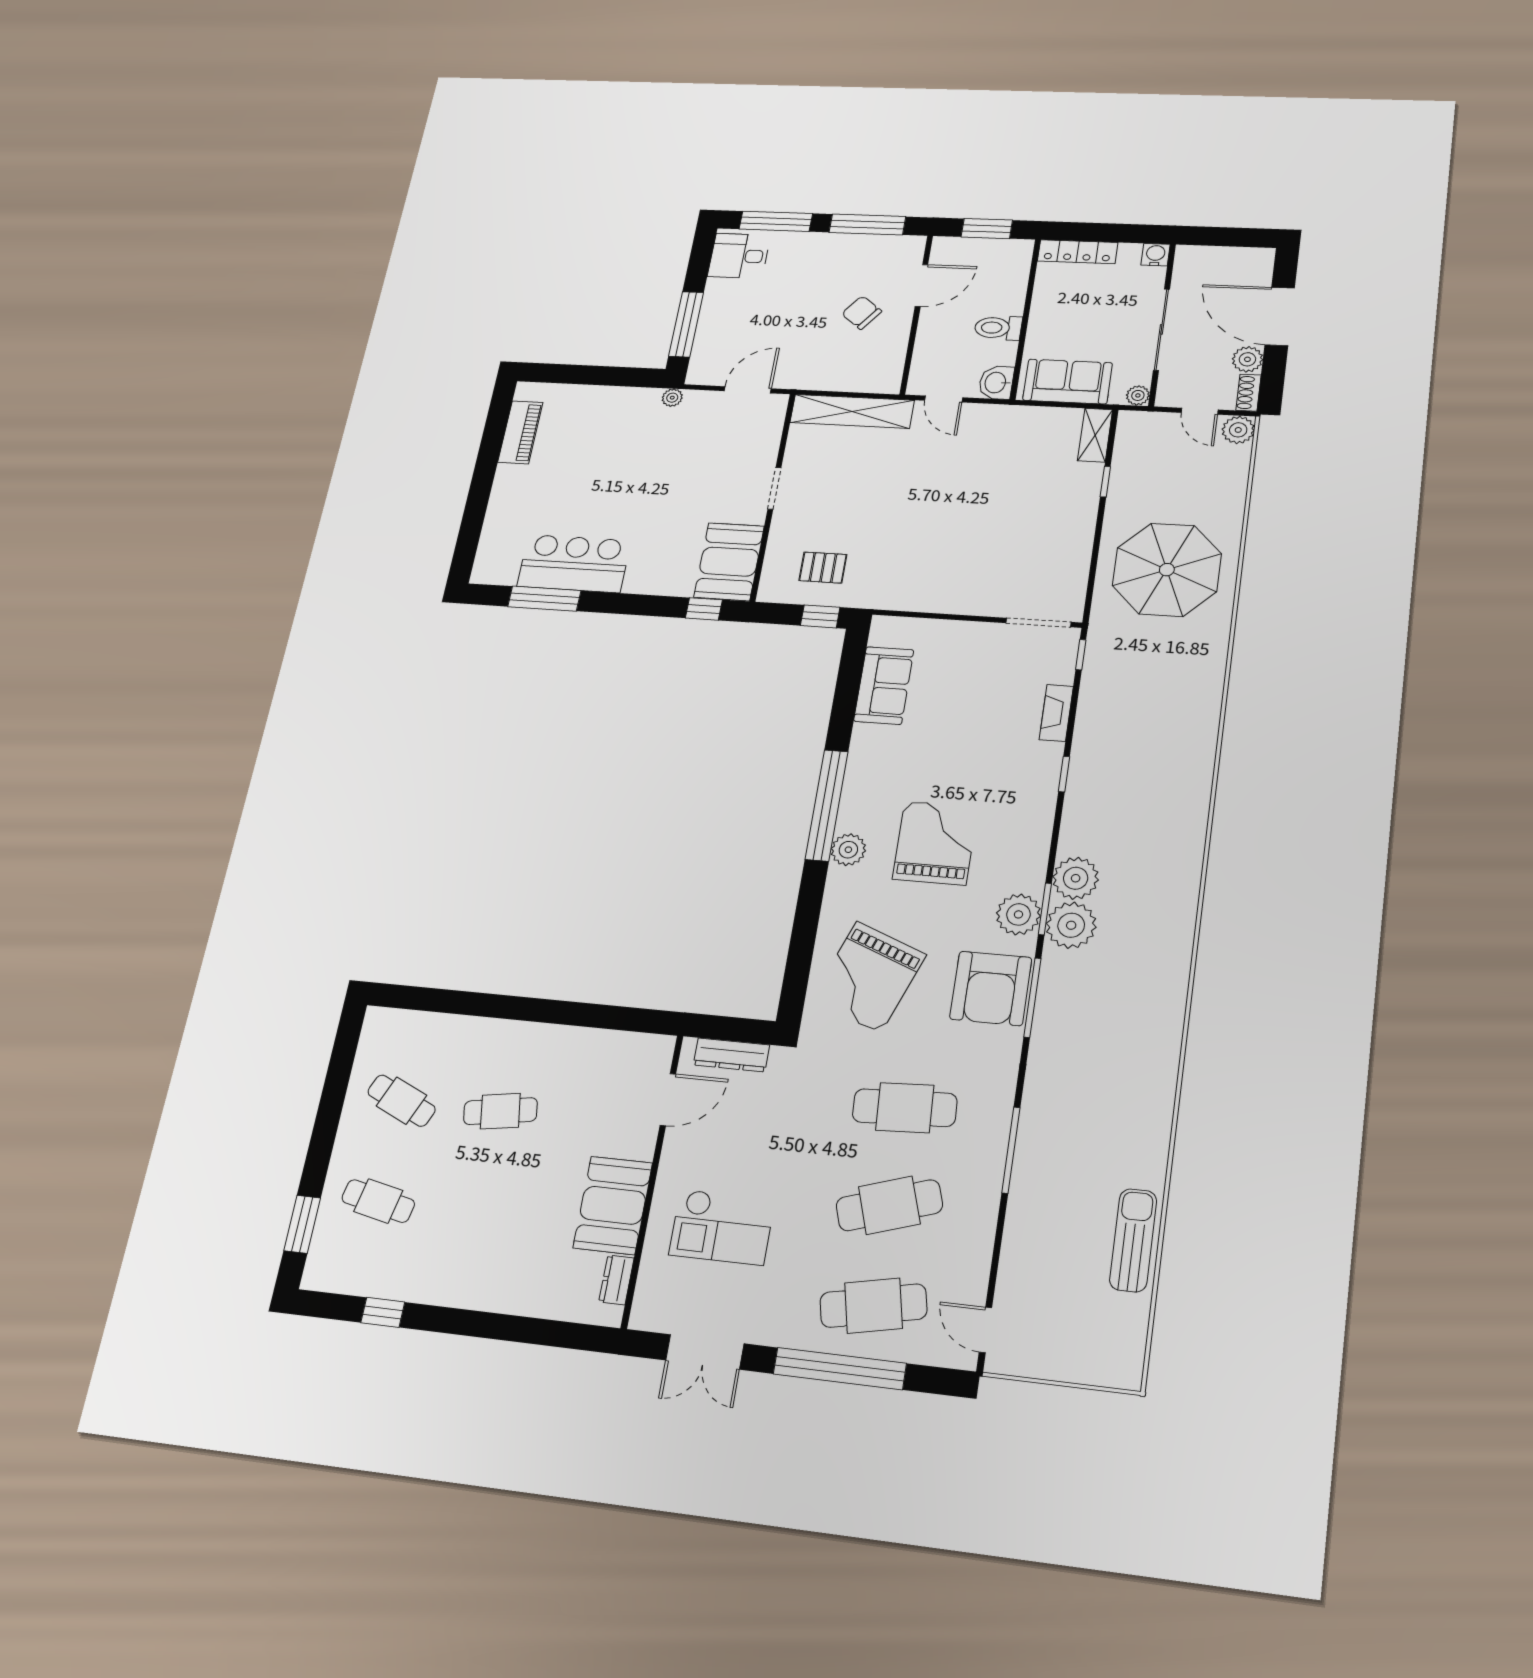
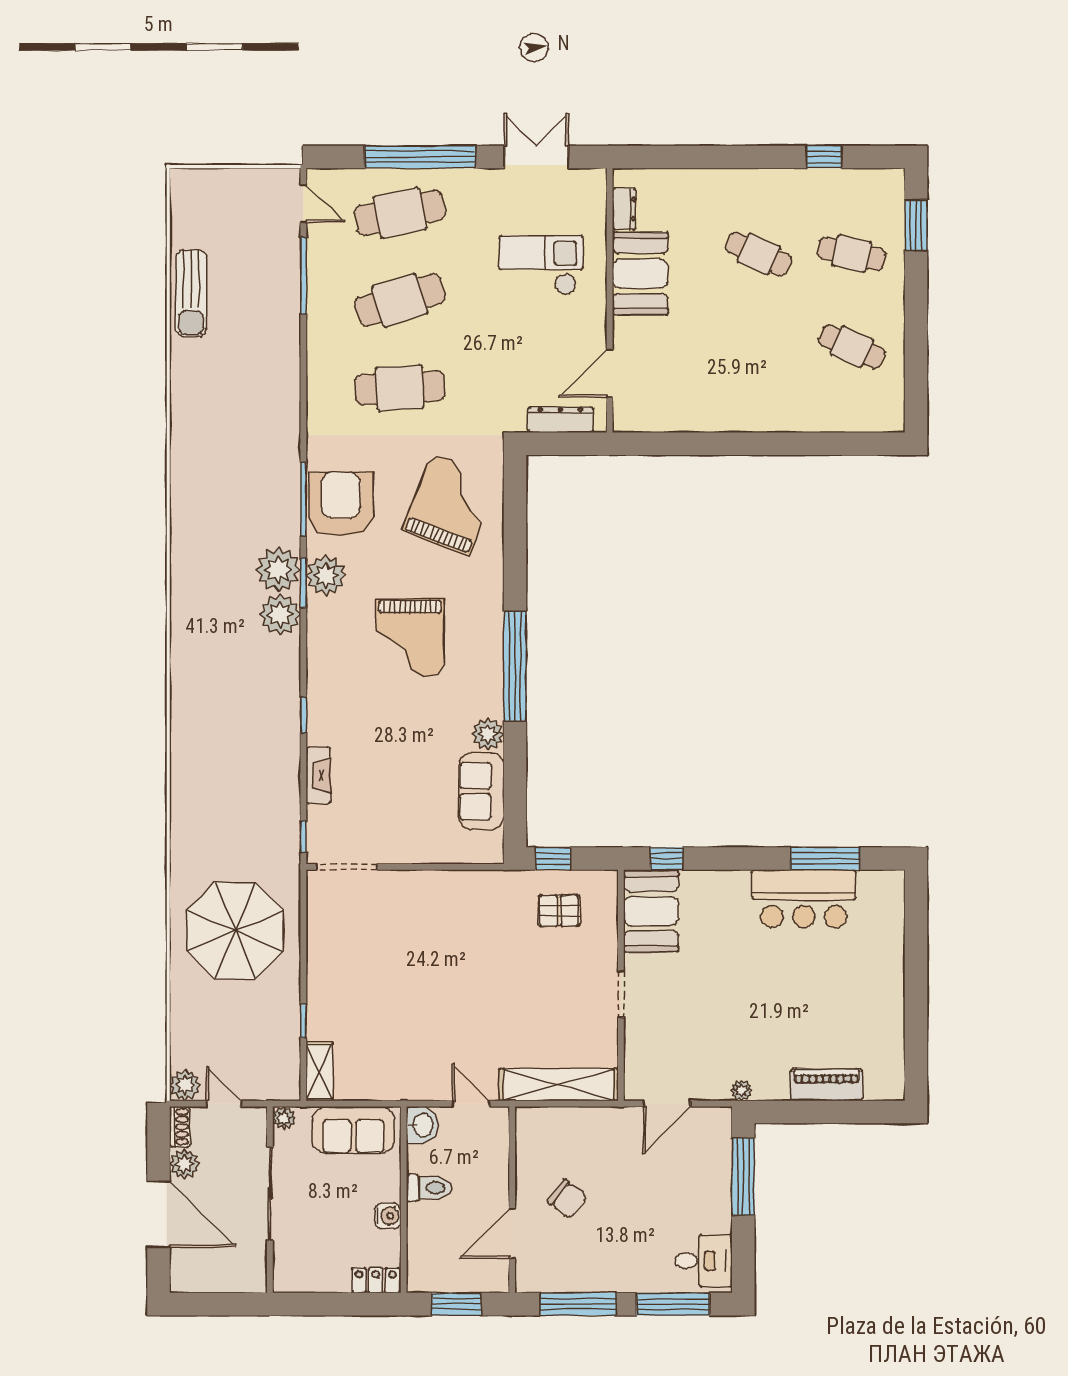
locker: (1078, 252) -> (376, 1280), width x0.66
water cooler: (1155, 255) -> (388, 1216), moved, turned -90
piano: (520, 432) -> (827, 1085), moved, turned 90
plant: (848, 850) -> (488, 734), moved
cafe table: (500, 1111) -> (759, 254), moved, turned 33
window: (1011, 1150) -> (303, 276), moved

